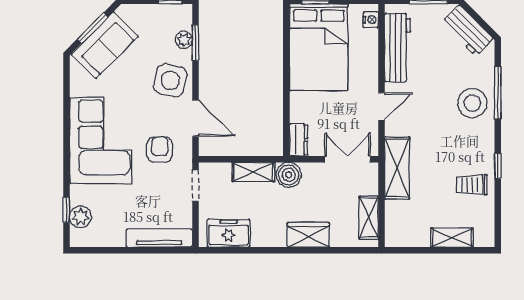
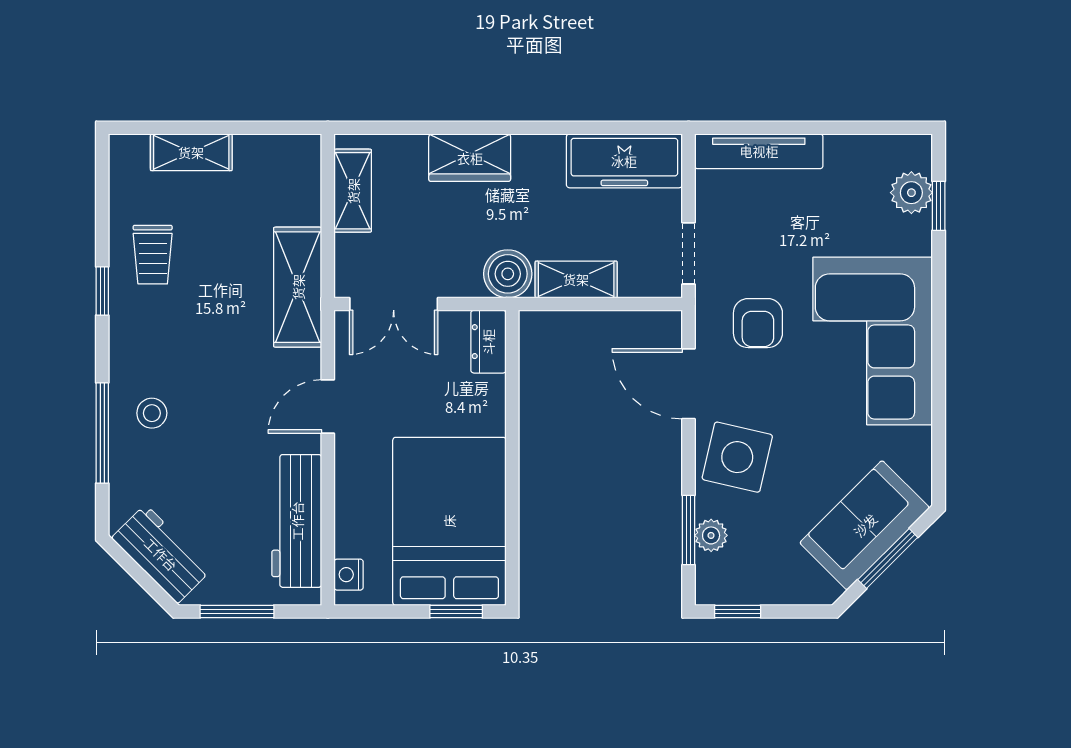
stool: (472, 103) -> (152, 413), width x0.53, depth x0.53
trolley: (472, 185) -> (153, 255), turned 90
freezer: (229, 233) -> (624, 161), width x1.40

